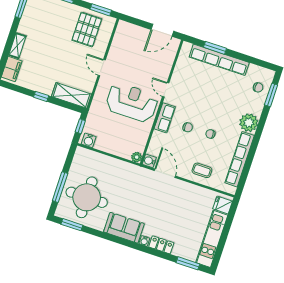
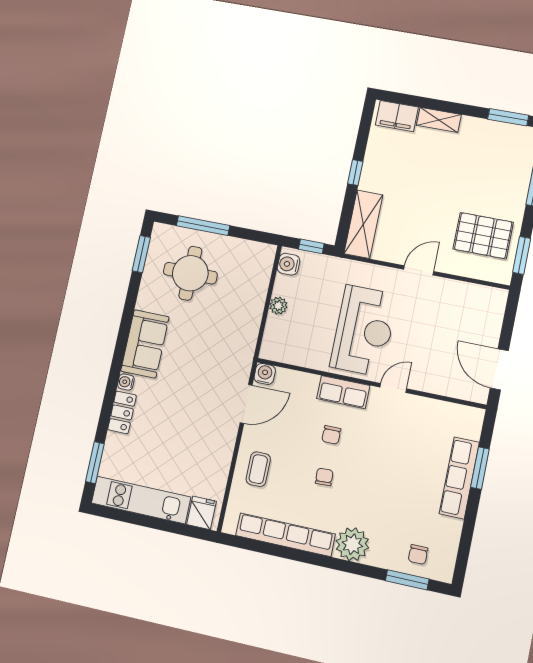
row of seats: (219, 60) -> (459, 478), width x0.73
plant: (137, 157) -> (278, 306), moved
round table: (87, 197) -> (190, 273), width x0.73, depth x0.73

